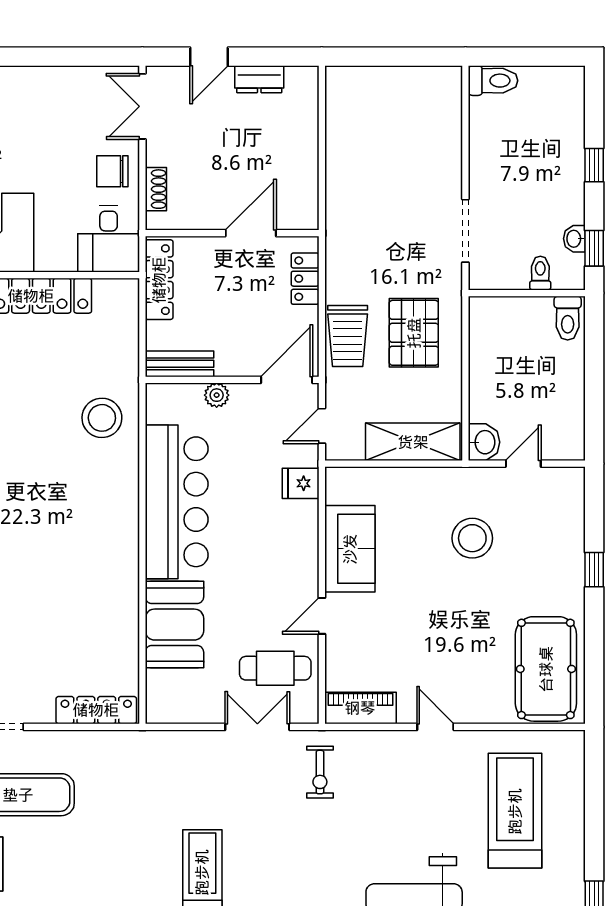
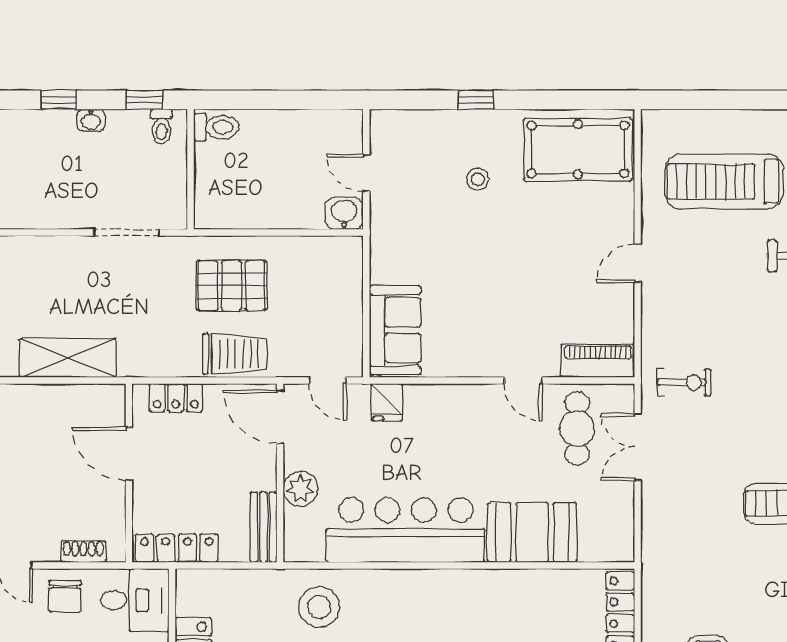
washbasin: (574, 239) -> (91, 120), moved
toilet: (540, 273) -> (162, 127), moved, turned -90
plant: (217, 395) -> (300, 489), width x1.38, depth x1.38
shelving: (413, 442) -> (68, 358), moved, turned 90
stool: (472, 538) -> (478, 179), moved, width x0.53, depth x0.53
sofa: (350, 549) -> (395, 330), moved, turned 90
piano: (360, 708) -> (598, 361), moved, turned 90

